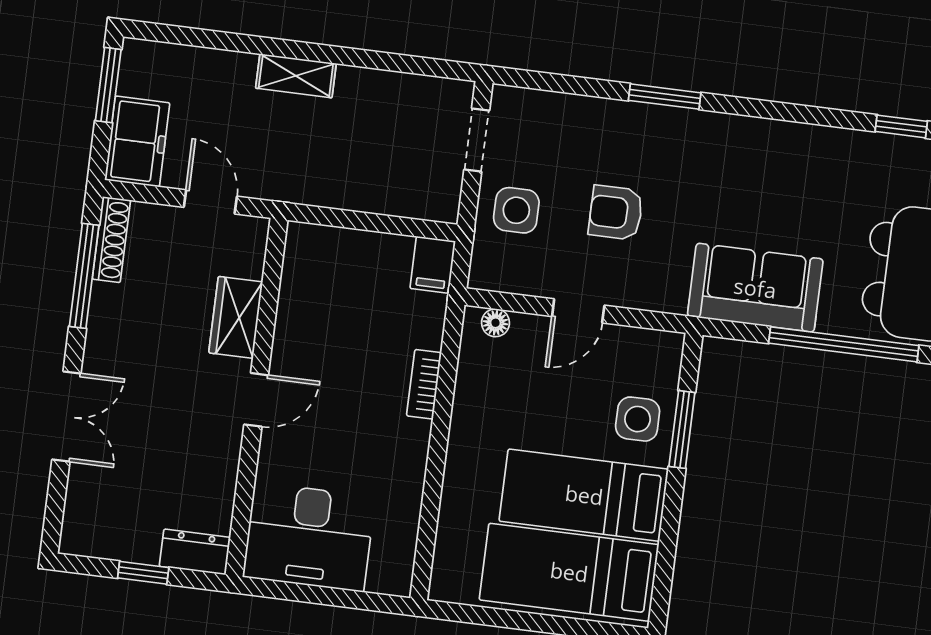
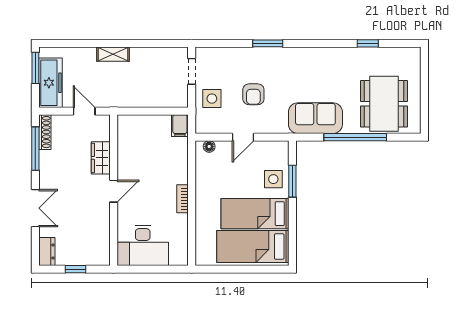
freezer: (137, 141) -> (50, 83), width x1.40
armchair: (616, 213) -> (253, 94), turned -90
bookcase: (424, 384) -> (183, 199), moved
dresser: (195, 552) -> (47, 252), moved, turned 90

